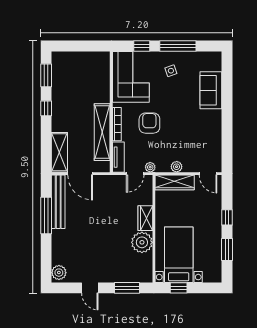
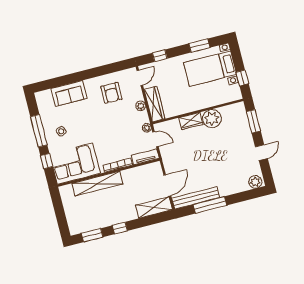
armchair: (149, 123) -> (111, 93), moved, turned -90
shelving: (102, 132) -> (97, 184), moved
window: (227, 217) -> (160, 56), moved
bed with nightstands: (179, 255) -> (210, 69), moved

